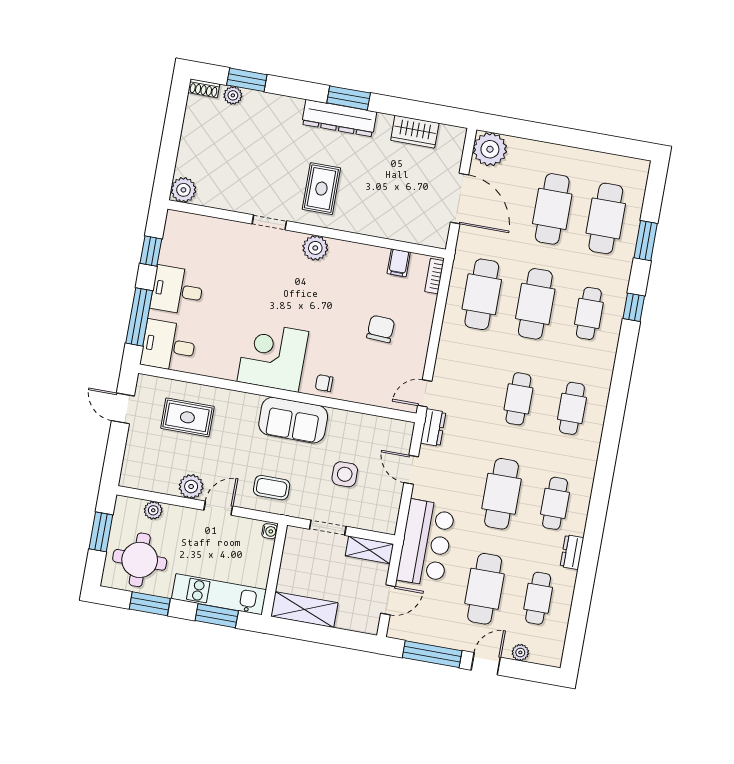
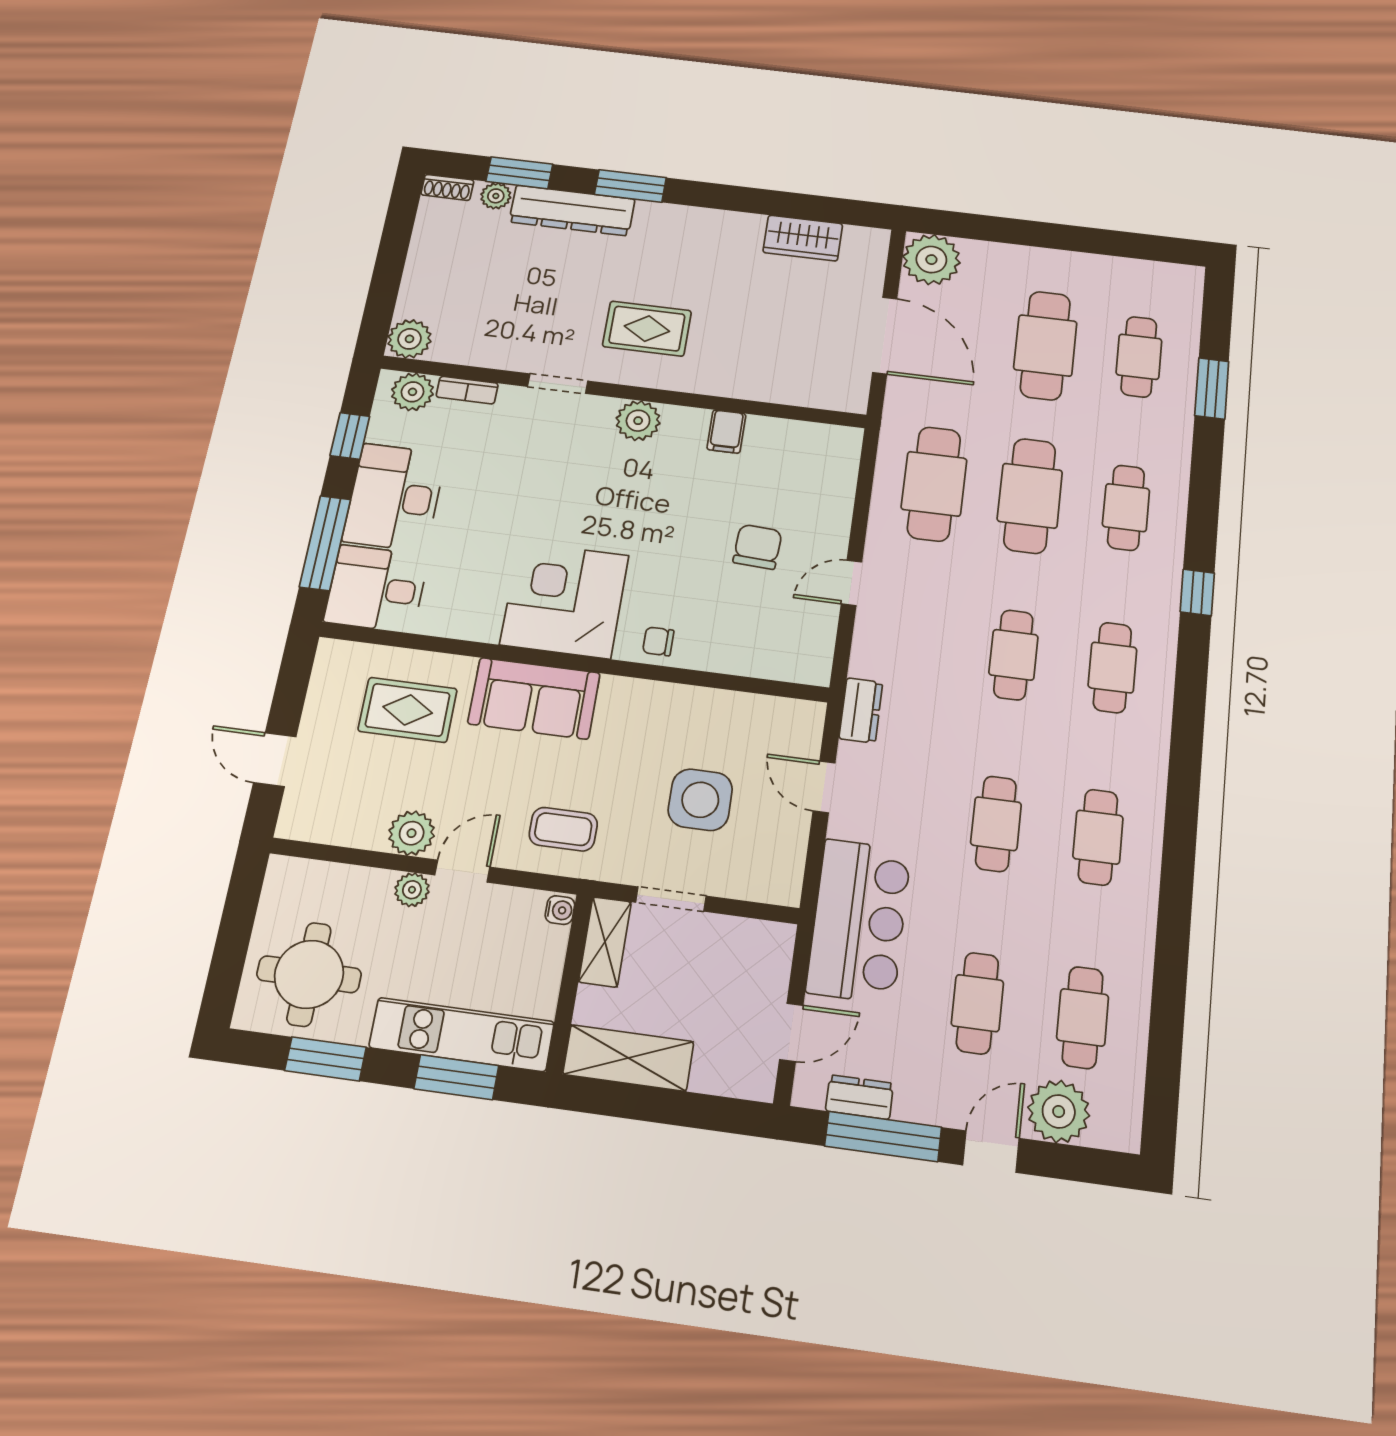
window: (349, 98) -> (630, 186), moved
dresser: (339, 118) -> (572, 210), moved
rug: (321, 189) -> (647, 329), turned 90
cafe table: (606, 218) -> (1139, 357), width x0.73, depth x0.74
plant: (186, 224) -> (412, 392), added
filing cabinet: (399, 263) -> (726, 432), moved
bookcase: (434, 276) -> (467, 390), moved, turned -90
desk: (177, 290) -> (394, 497), width x1.37
window: (634, 307) -> (1197, 592), moved
door: (425, 393) -> (852, 583), moved
door: (123, 408) -> (275, 760), moved
sofa: (293, 420) -> (534, 698), moved
side table: (345, 474) -> (700, 800), width x1.37, depth x1.37
cafe table: (501, 494) -> (996, 824), width x0.73, depth x0.74
plant: (153, 510) -> (412, 890), moved
window: (101, 532) -> (237, 924), removed
shelving: (369, 550) -> (605, 942), moved, turned 90
dresser: (572, 552) -> (860, 1097), moved, turned 90
cafe table: (485, 589) -> (977, 1003), width x0.73, depth x0.74
plant: (520, 652) -> (1059, 1111), width x1.88, depth x1.88

